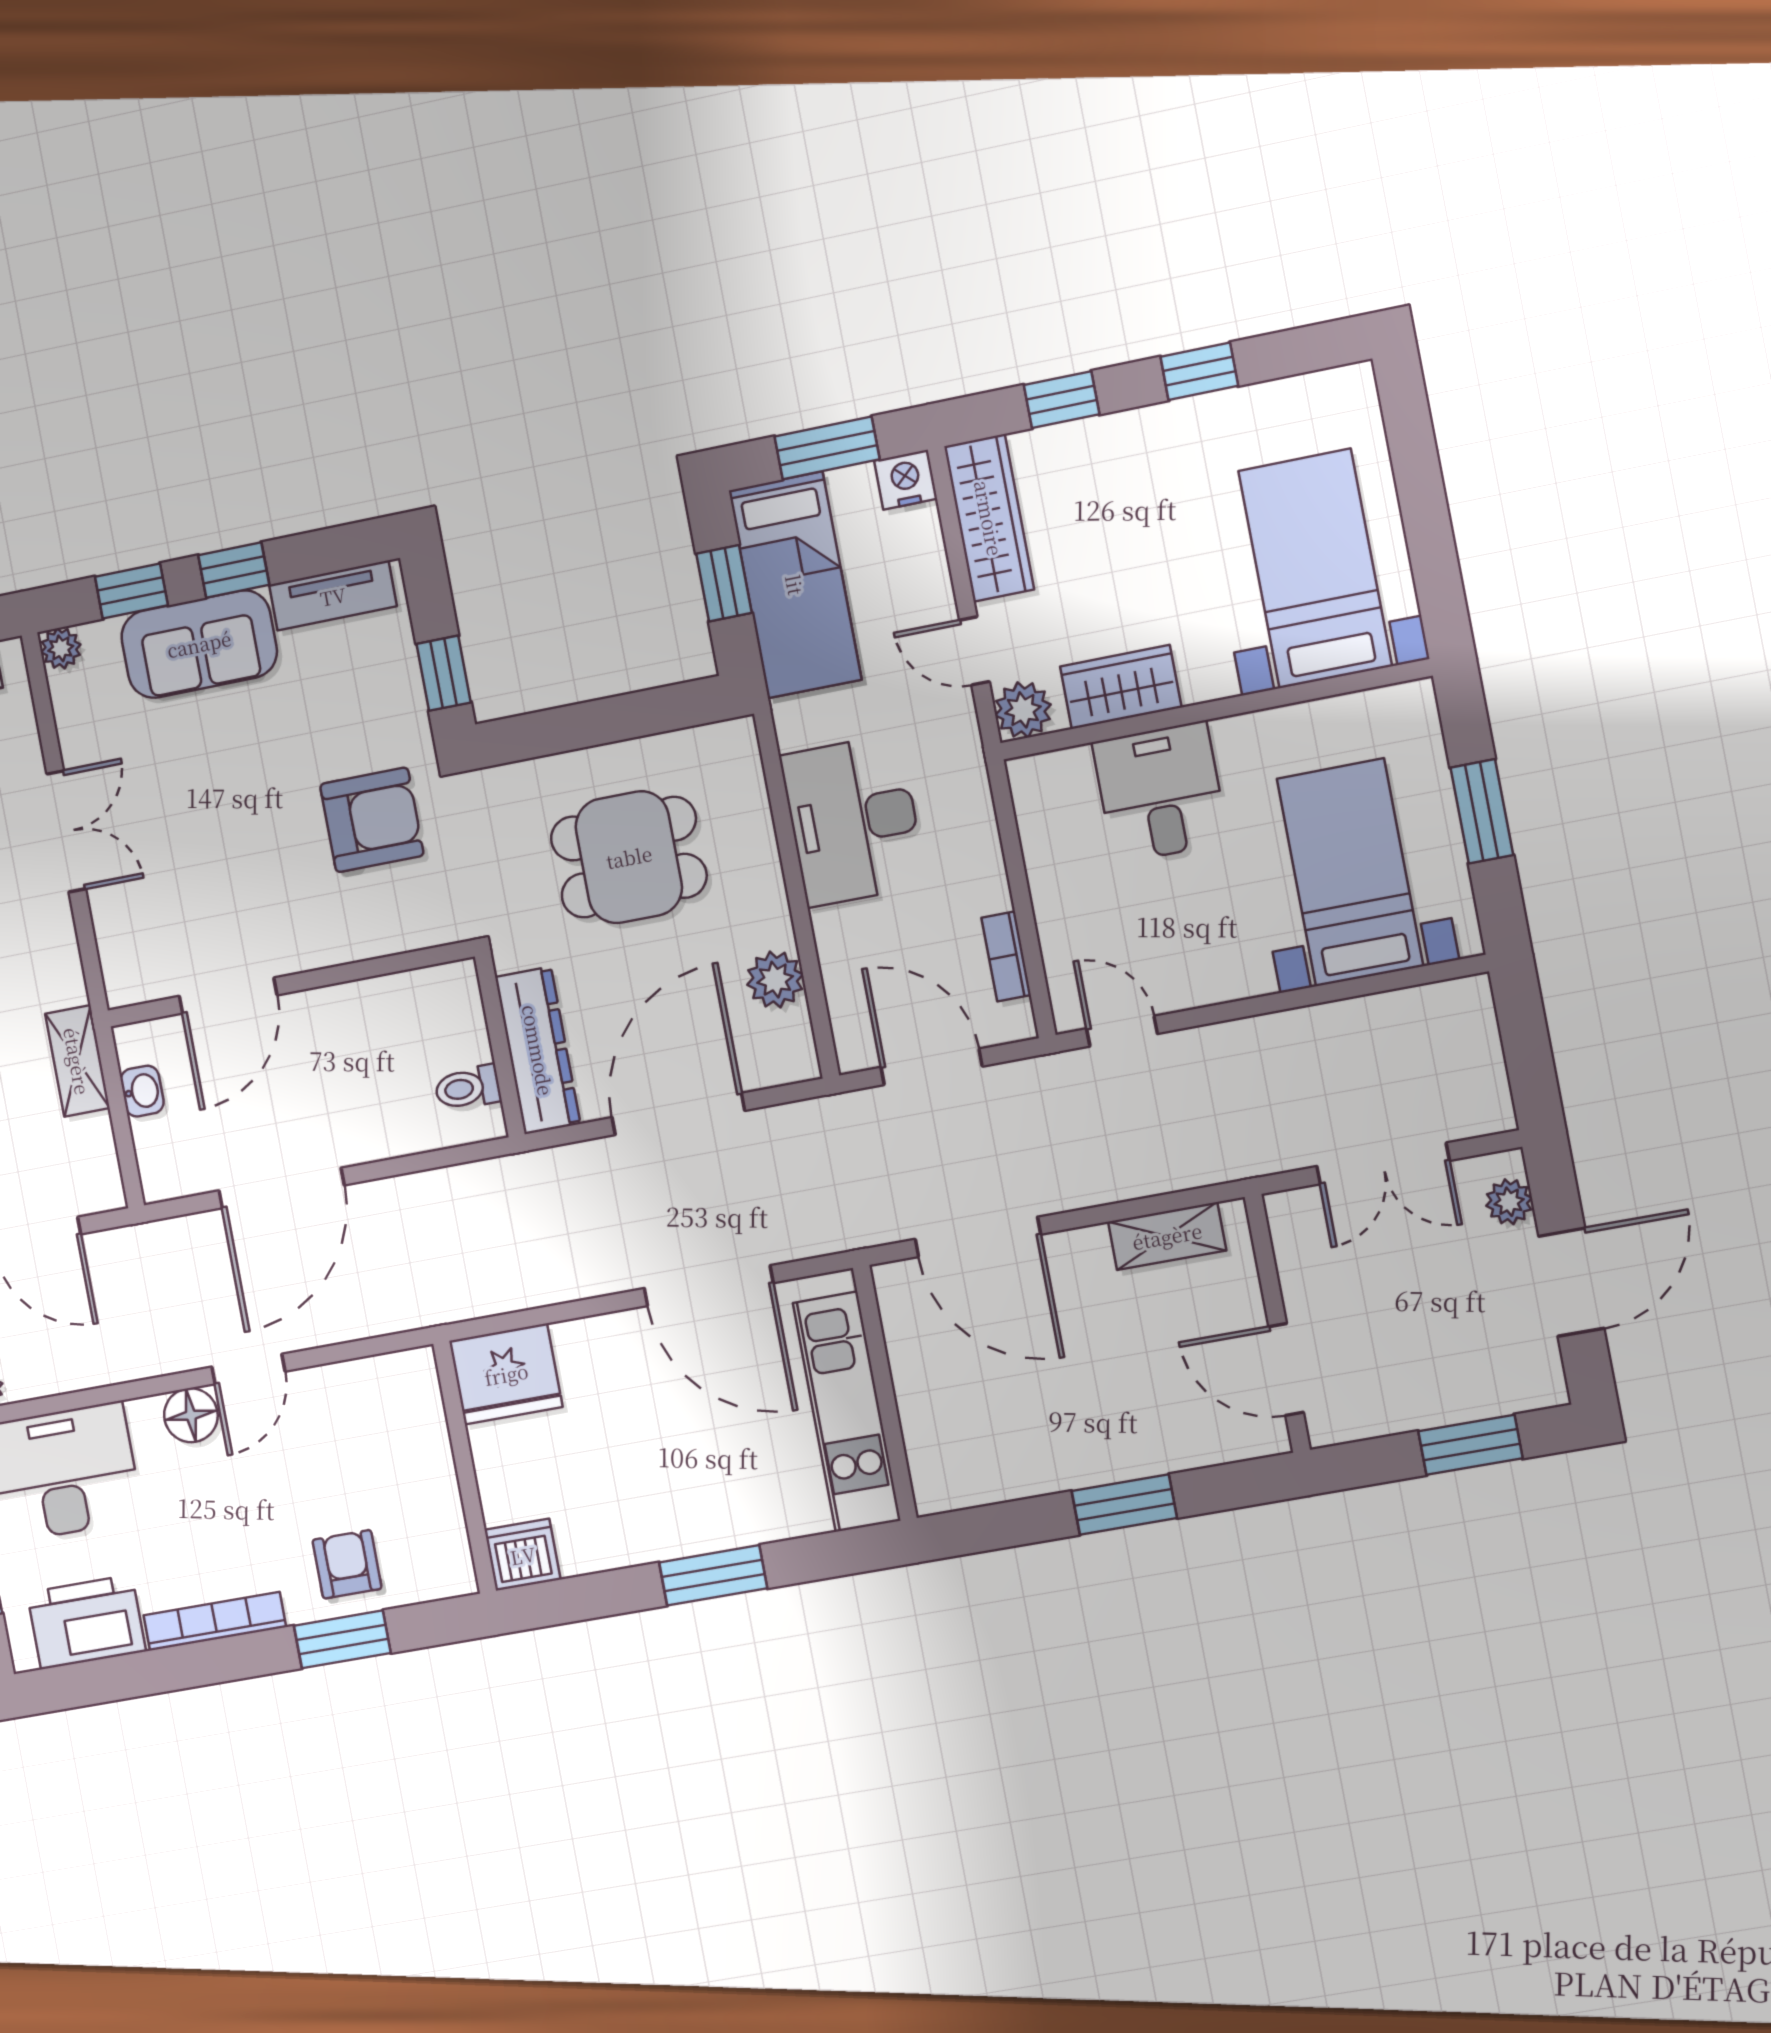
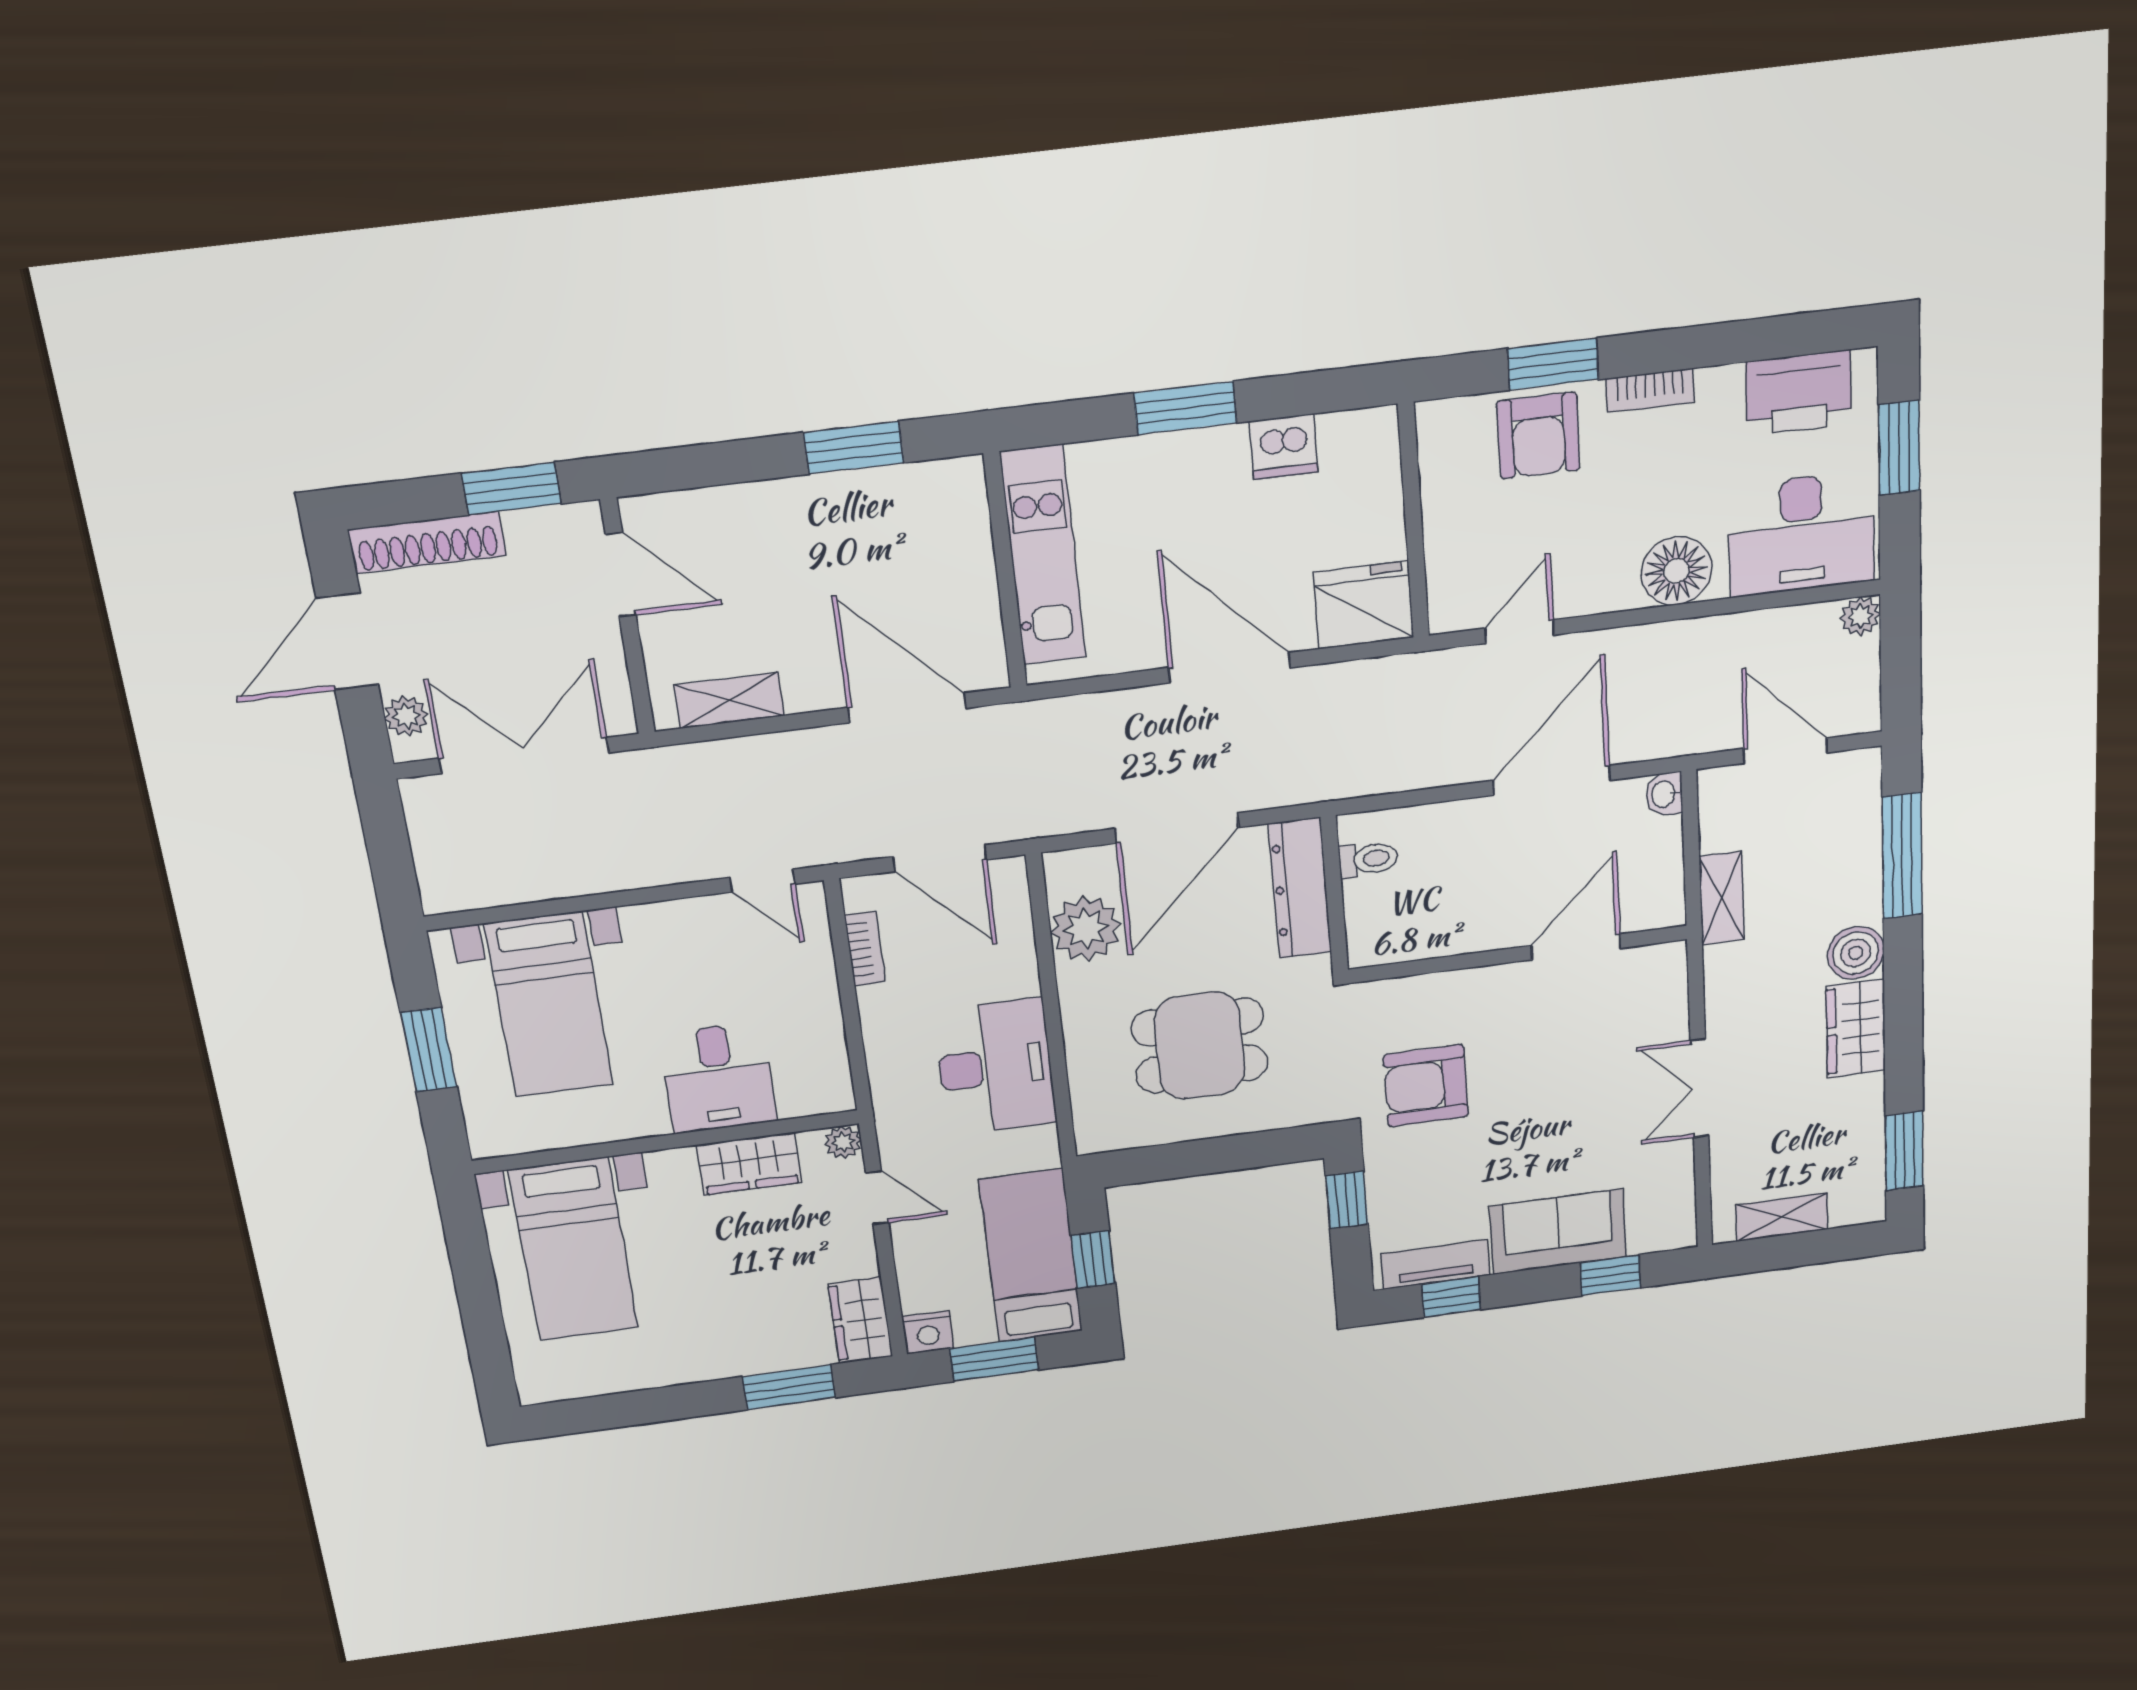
window: (1199, 371) -> (669, 1403), removed
window: (1062, 400) -> (789, 1387), width x1.50
wardrobe: (989, 518) -> (860, 1320), width x0.67
window: (234, 570) -> (1451, 1297), moved
plant: (61, 648) -> (1679, 1233), removed
plant: (1023, 710) -> (843, 1142), width x0.73, depth x0.73
plant: (775, 980) -> (1086, 928), width x1.36, depth x1.36
washbasin: (142, 1091) -> (1664, 794), moved
double door: (1383, 1163) -> (524, 755), width x1.37
door: (709, 1286) -> (1230, 668), moved
door: (248, 1369) -> (1519, 632), moved
shoe rack: (1489, 1395) -> (427, 542), added
floor lamp: (191, 1415) -> (1676, 571), width x1.38, depth x1.38
window: (1470, 1445) -> (511, 489), moved
window: (1124, 1504) -> (854, 448), moved
dishwasher: (523, 1555) -> (1283, 447), moved
armchair: (347, 1564) -> (1538, 436), width x1.38, depth x1.38
bookcase: (215, 1621) -> (1650, 390), width x0.64

